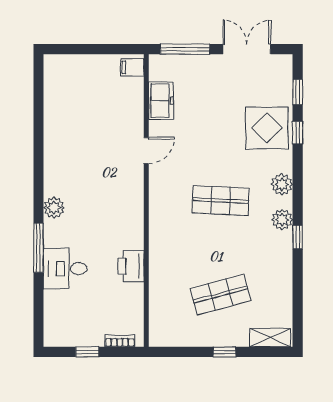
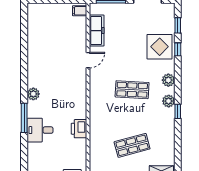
freezer: (161, 101) -> (97, 31), width x1.40

